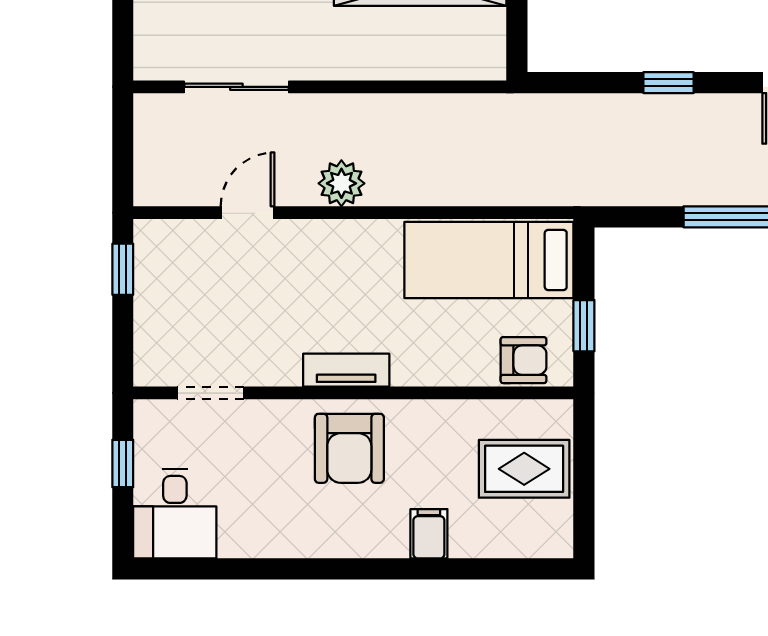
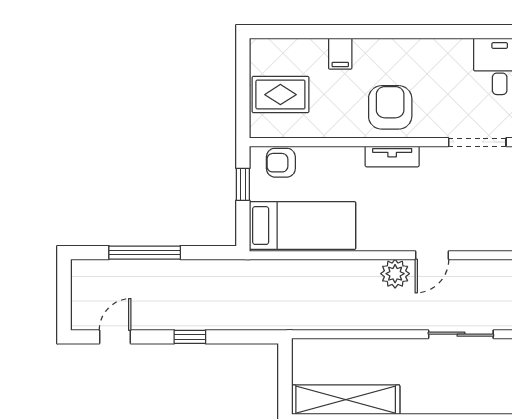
door: (248, 213) -> (432, 255), moved
doorway: (211, 393) -> (477, 142), width x1.38

